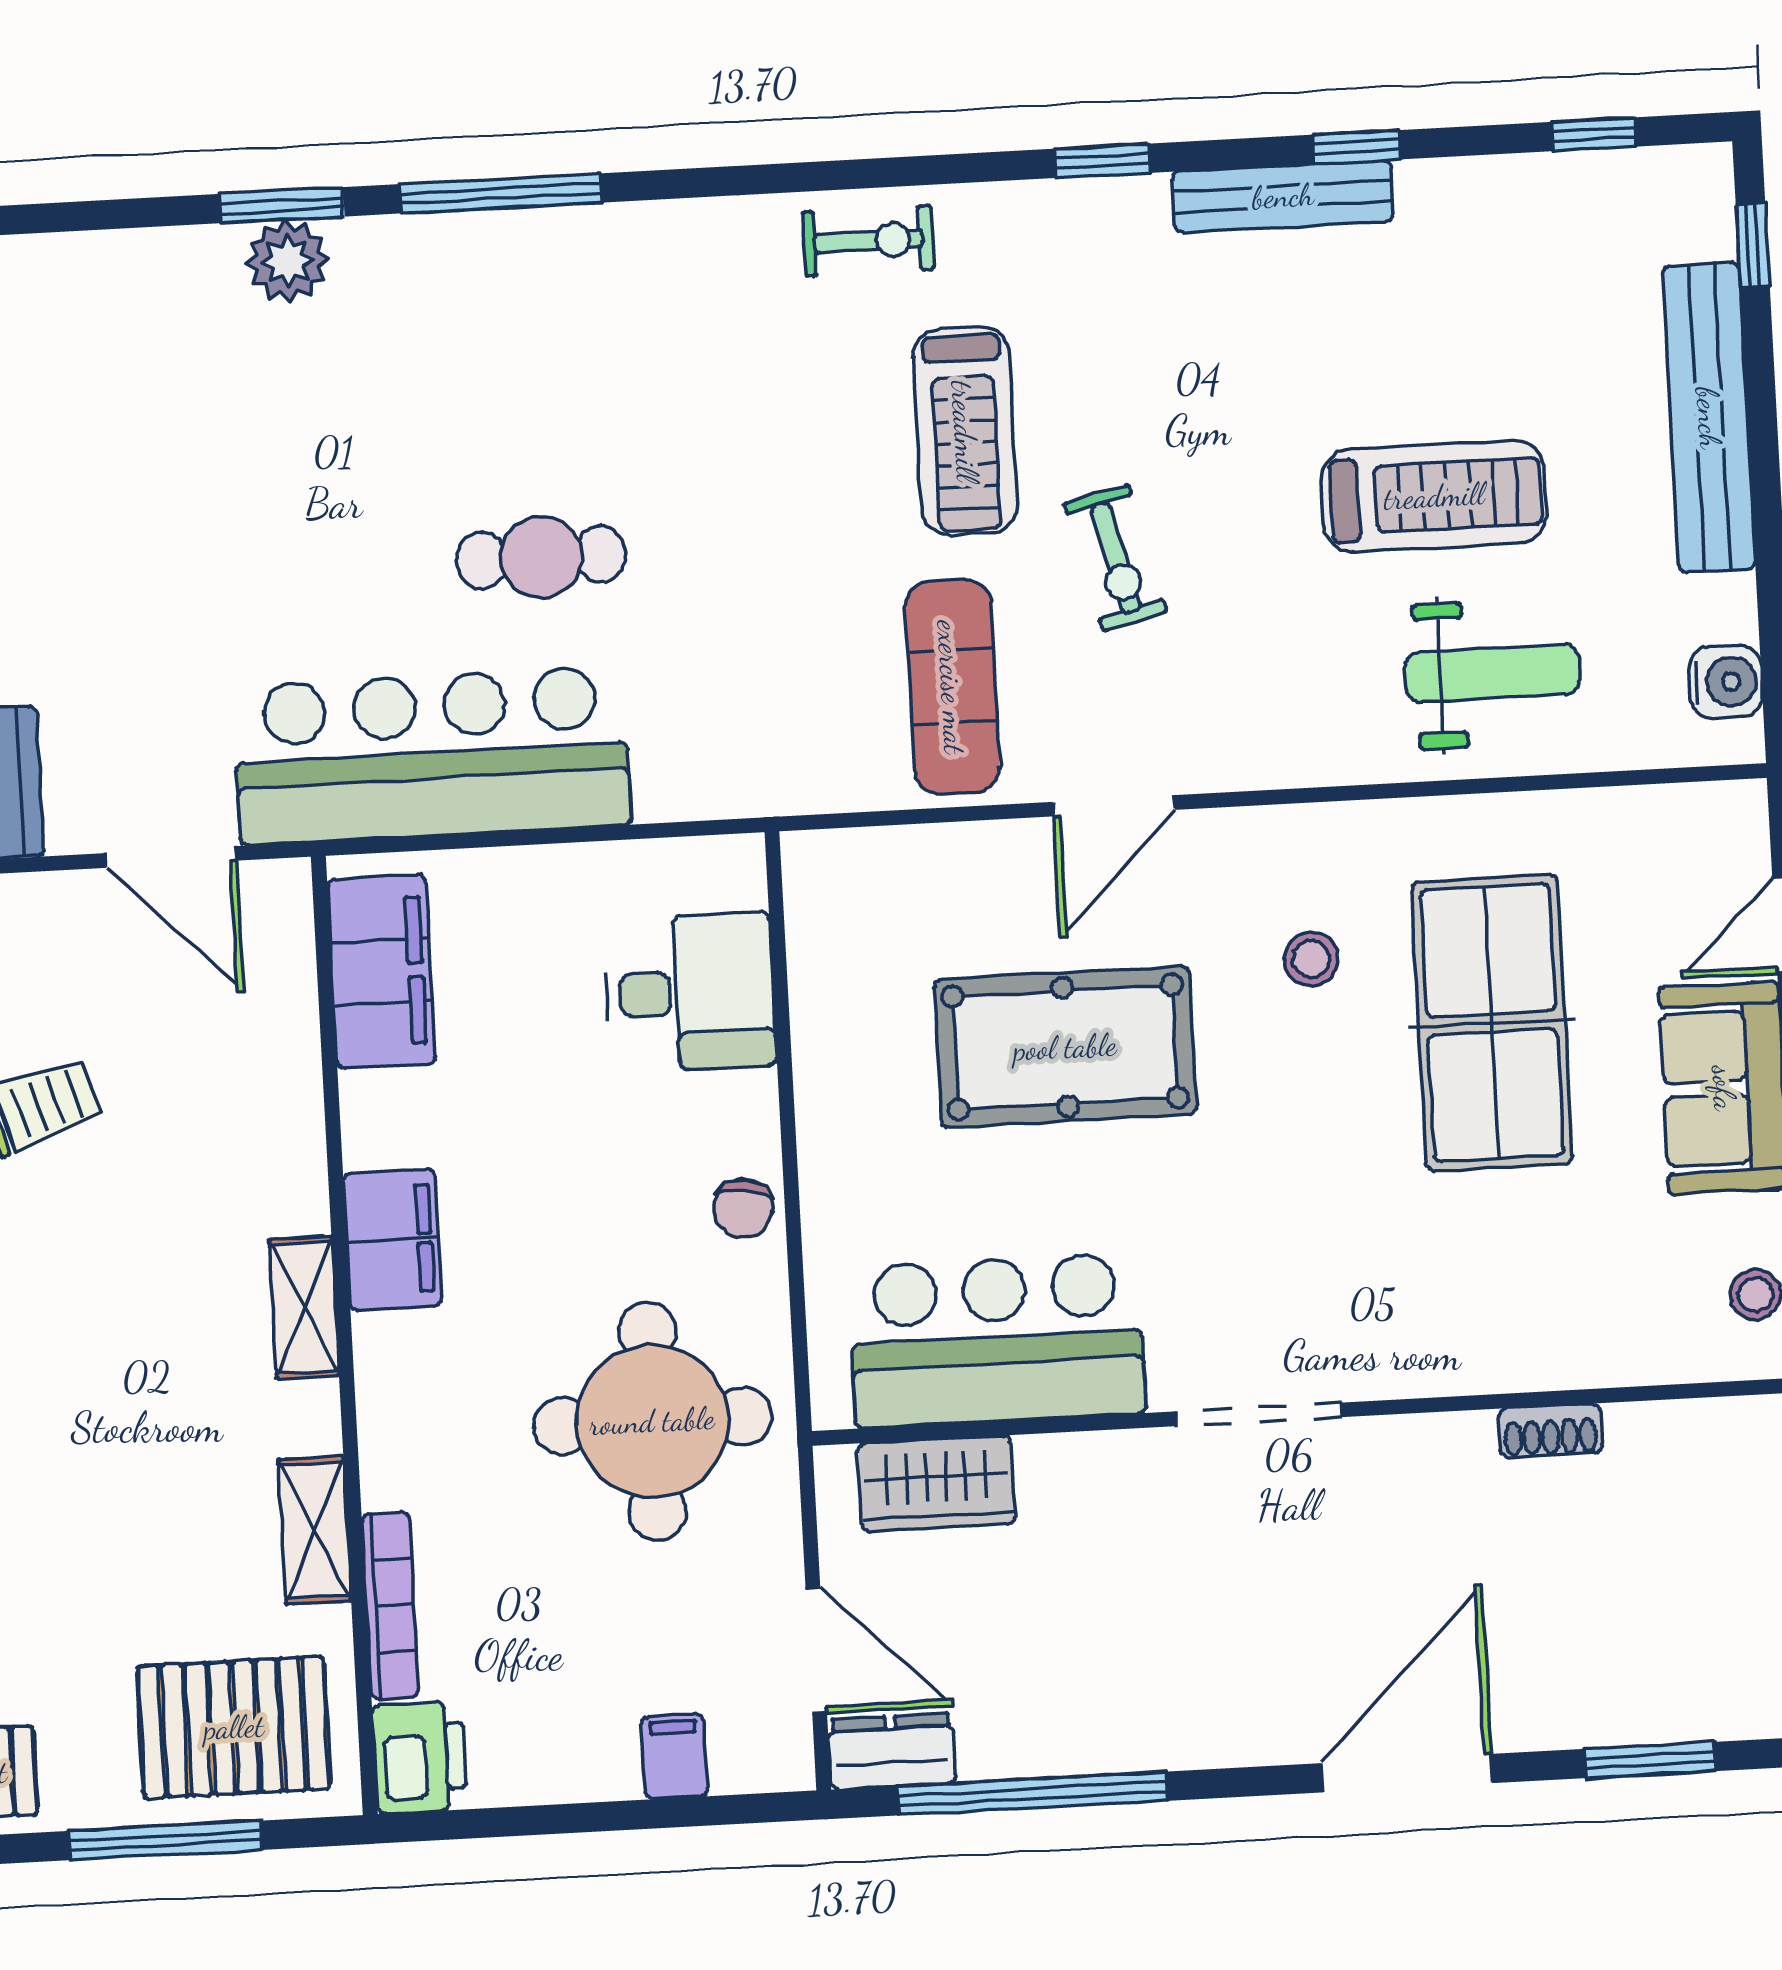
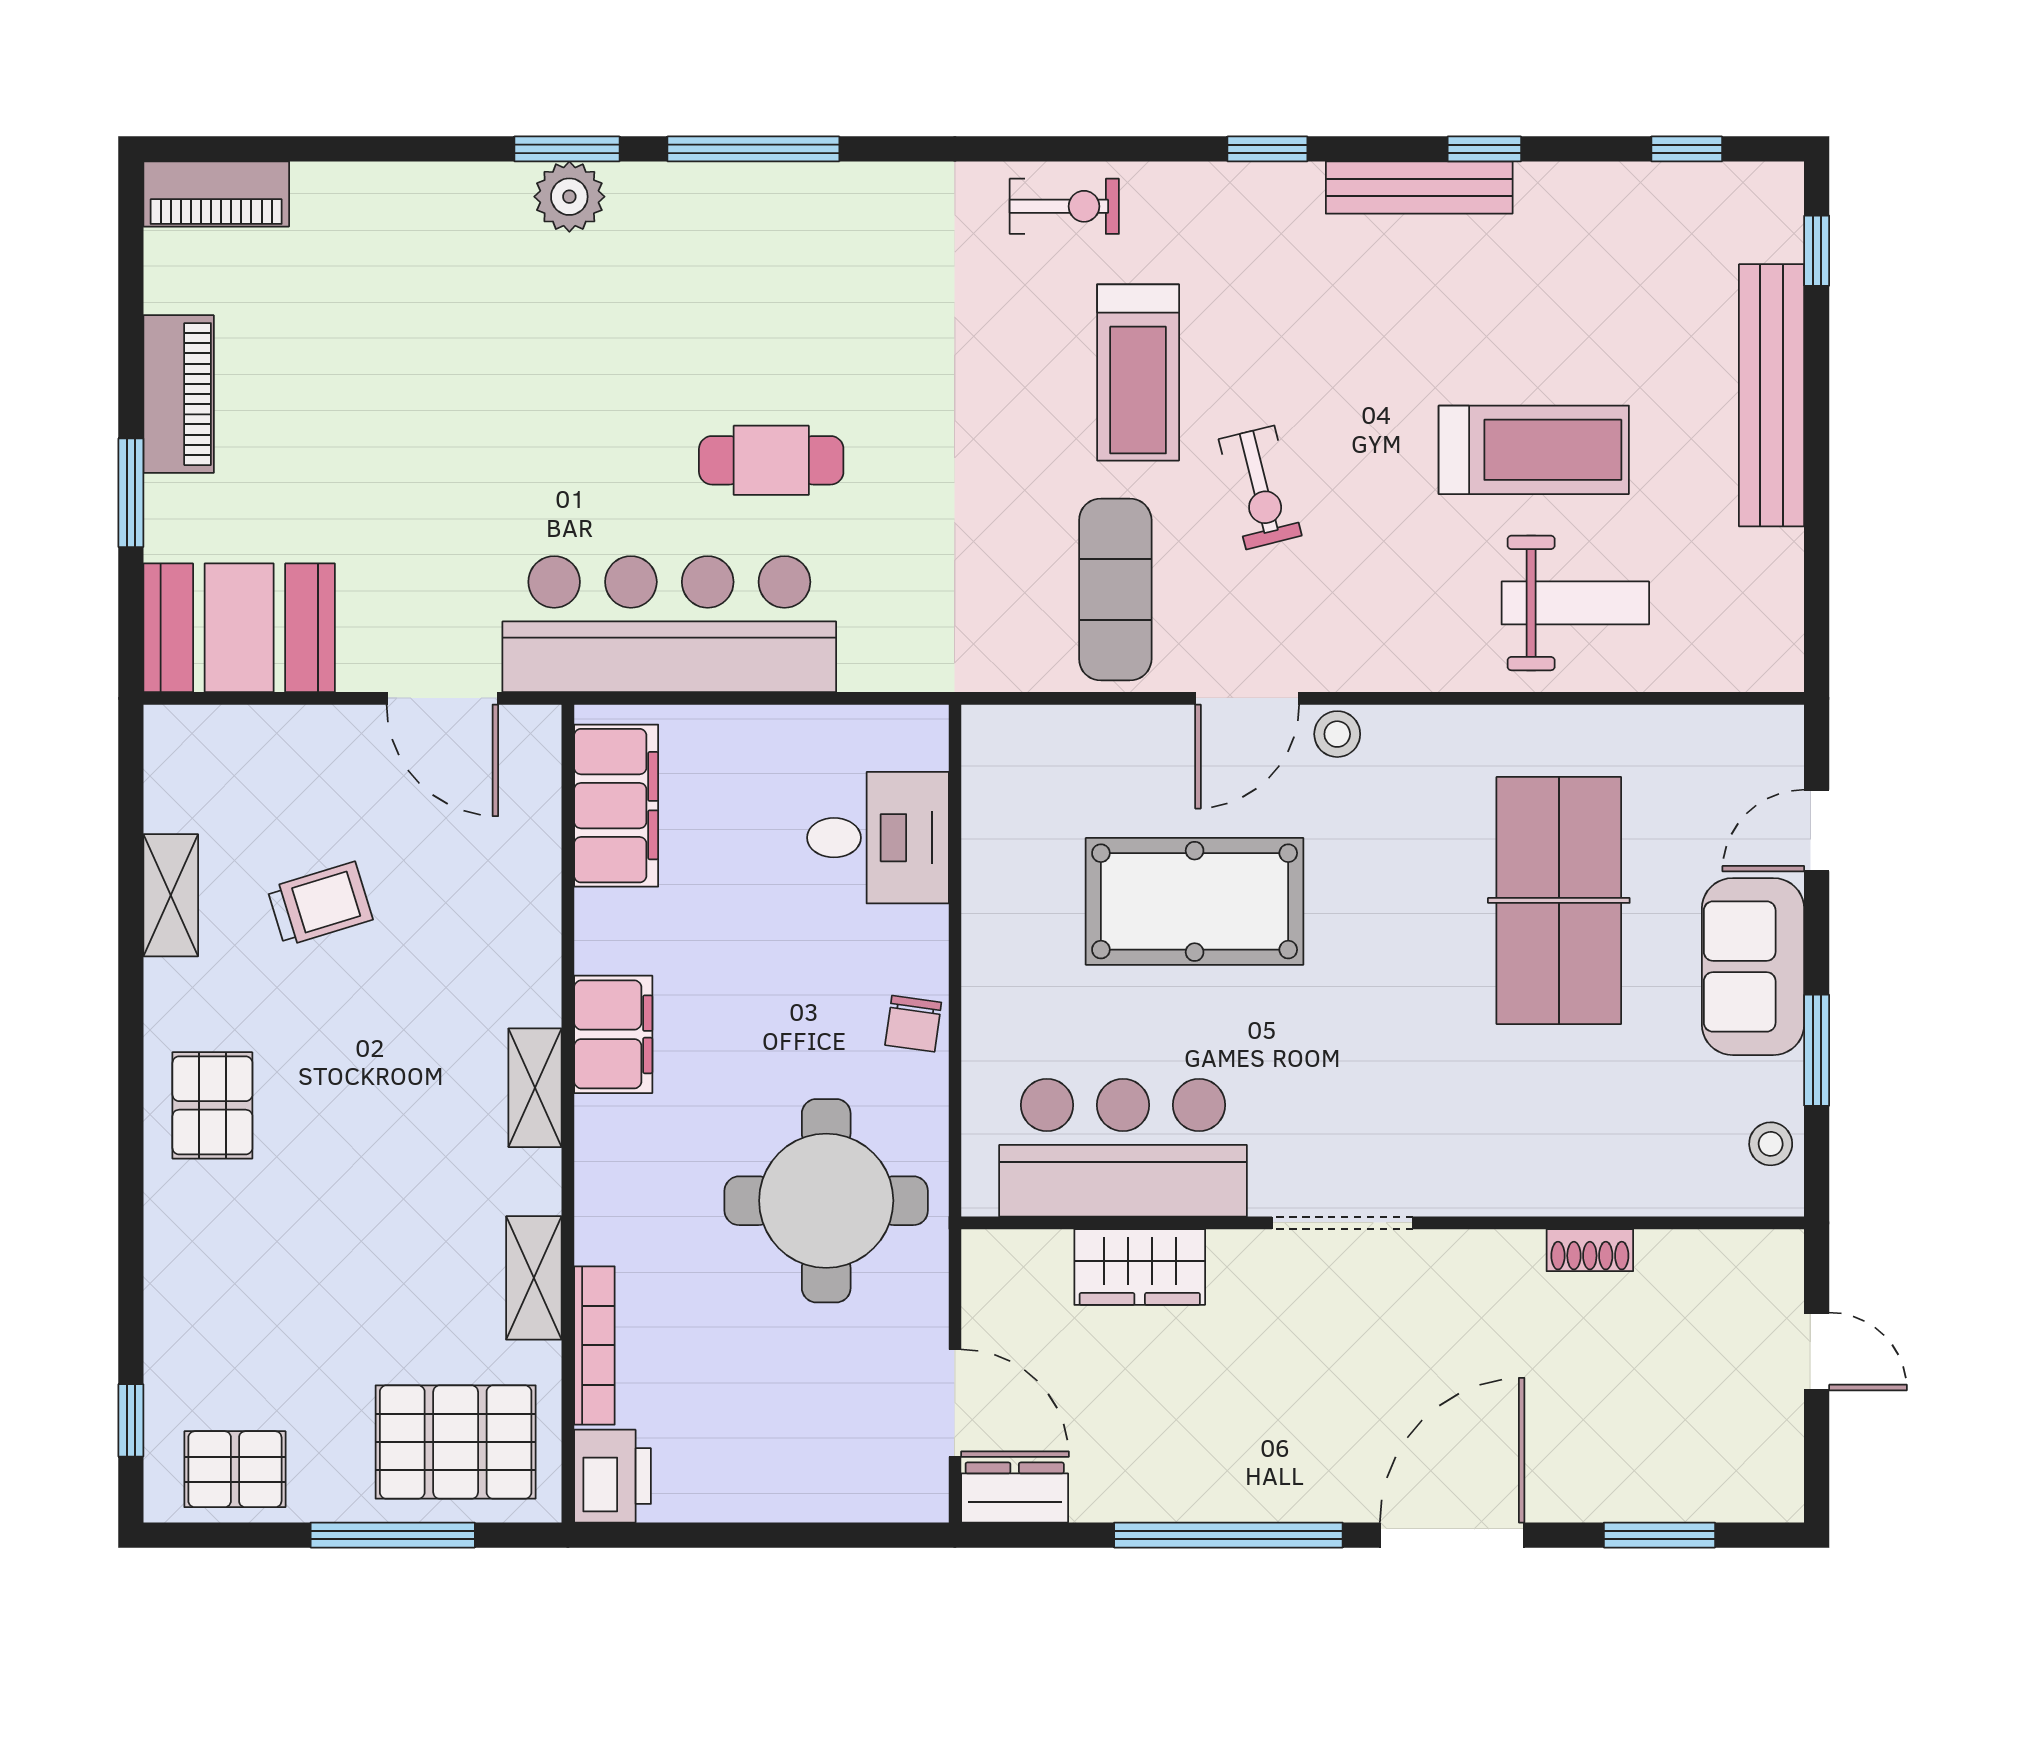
water cooler: (1726, 682) -> (1773, 621), removed
stool: (1311, 959) -> (1337, 734), moved
wardrobe: (936, 1484) -> (1140, 1267), moved
filing cabinet: (674, 1756) -> (829, 1487), removed
window: (1032, 1793) -> (1228, 1535), moved

